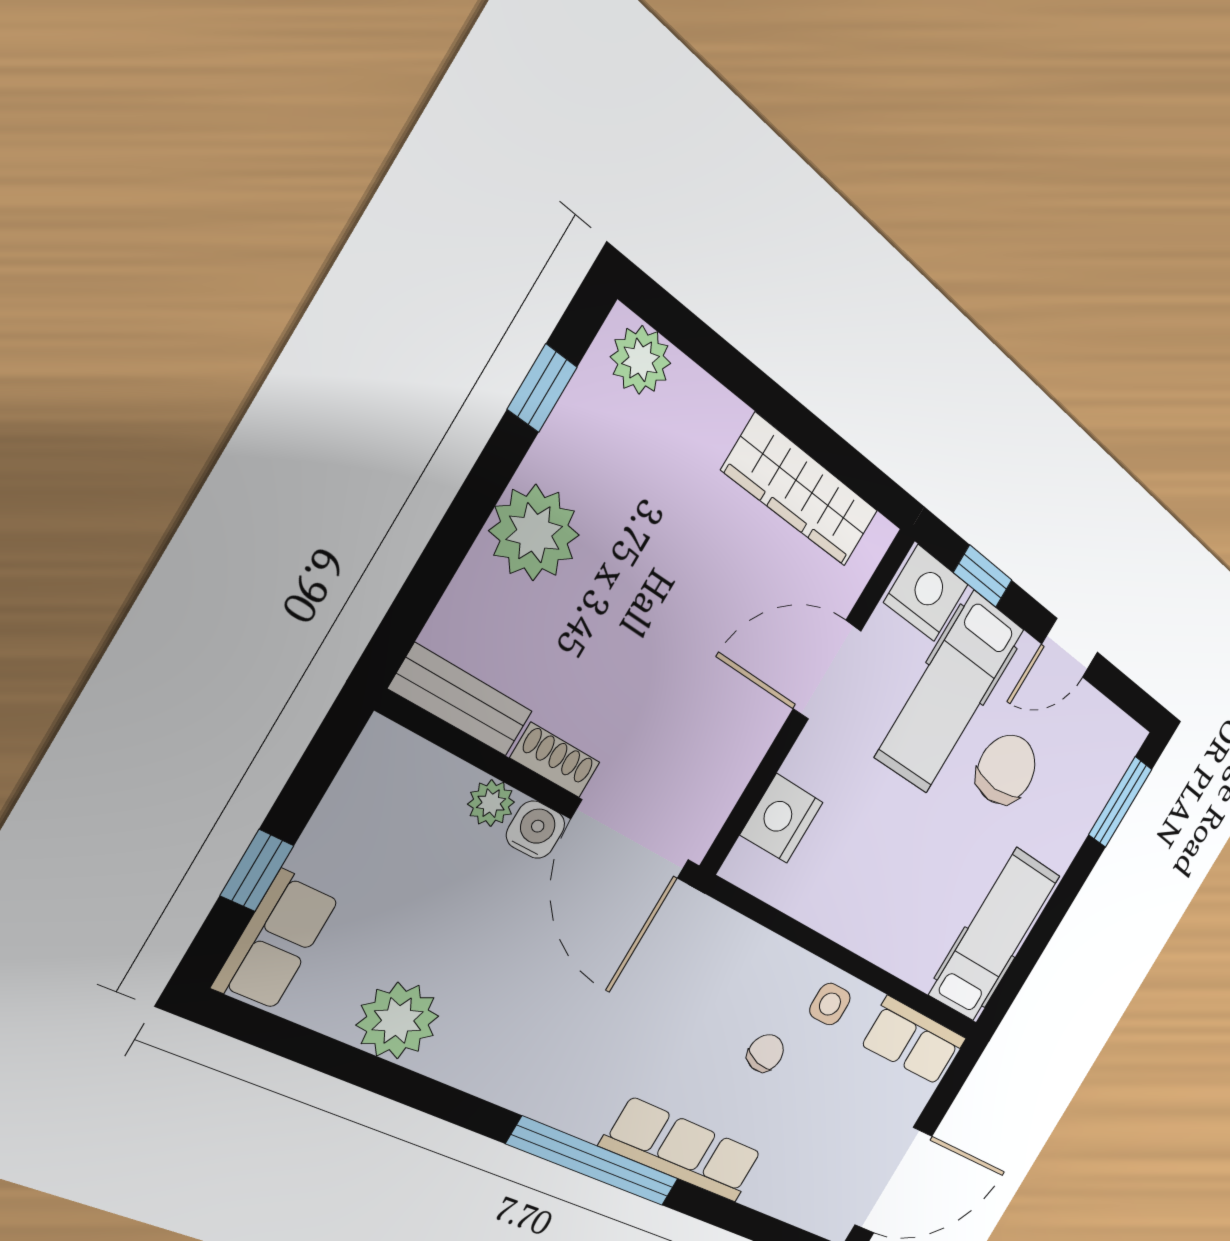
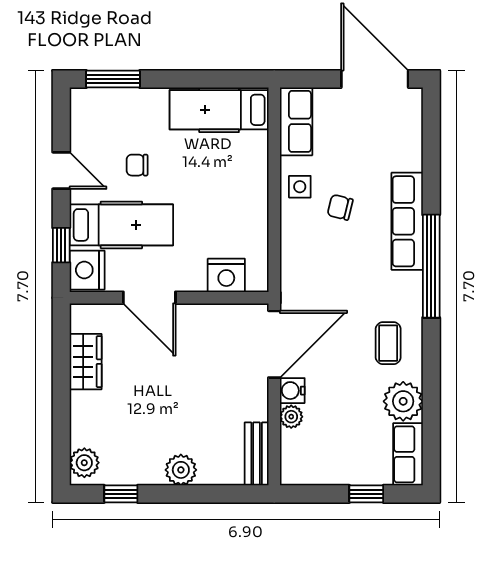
wardrobe: (801, 491) -> (86, 362), width x0.67
plant: (534, 533) -> (181, 470), width x0.73, depth x0.73
shoe rack: (555, 760) -> (259, 400), removed
chair: (1006, 770) -> (137, 165), width x0.54, depth x0.54
row of seats: (276, 941) -> (408, 454), moved, turned -90
coffee table: (515, 1038) -> (388, 343), added

